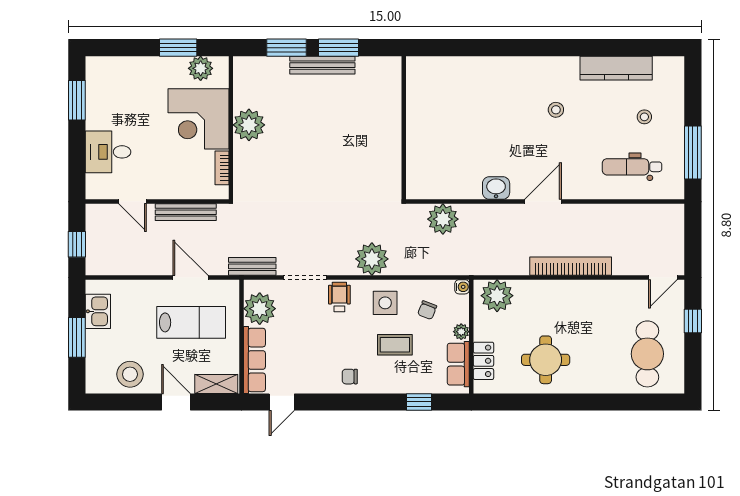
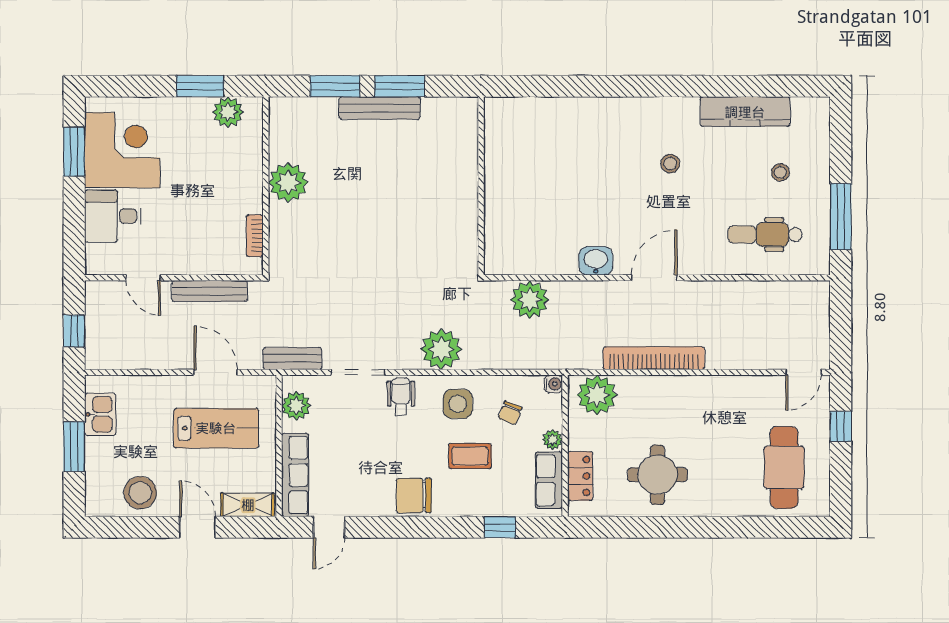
corner desk: (198, 119) -> (122, 150), moved, turned 180
bookcase: (571, 266) -> (654, 358), moved
plant: (260, 309) -> (296, 406), width x0.73, depth x0.73
chair: (350, 377) -> (414, 496), width x1.87, depth x1.87

